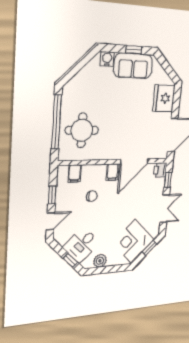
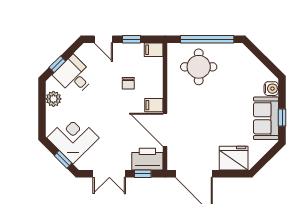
printer: (160, 170) -> (147, 159), width x1.87, depth x1.48
filing cabinet: (75, 173) -> (154, 50), moved

